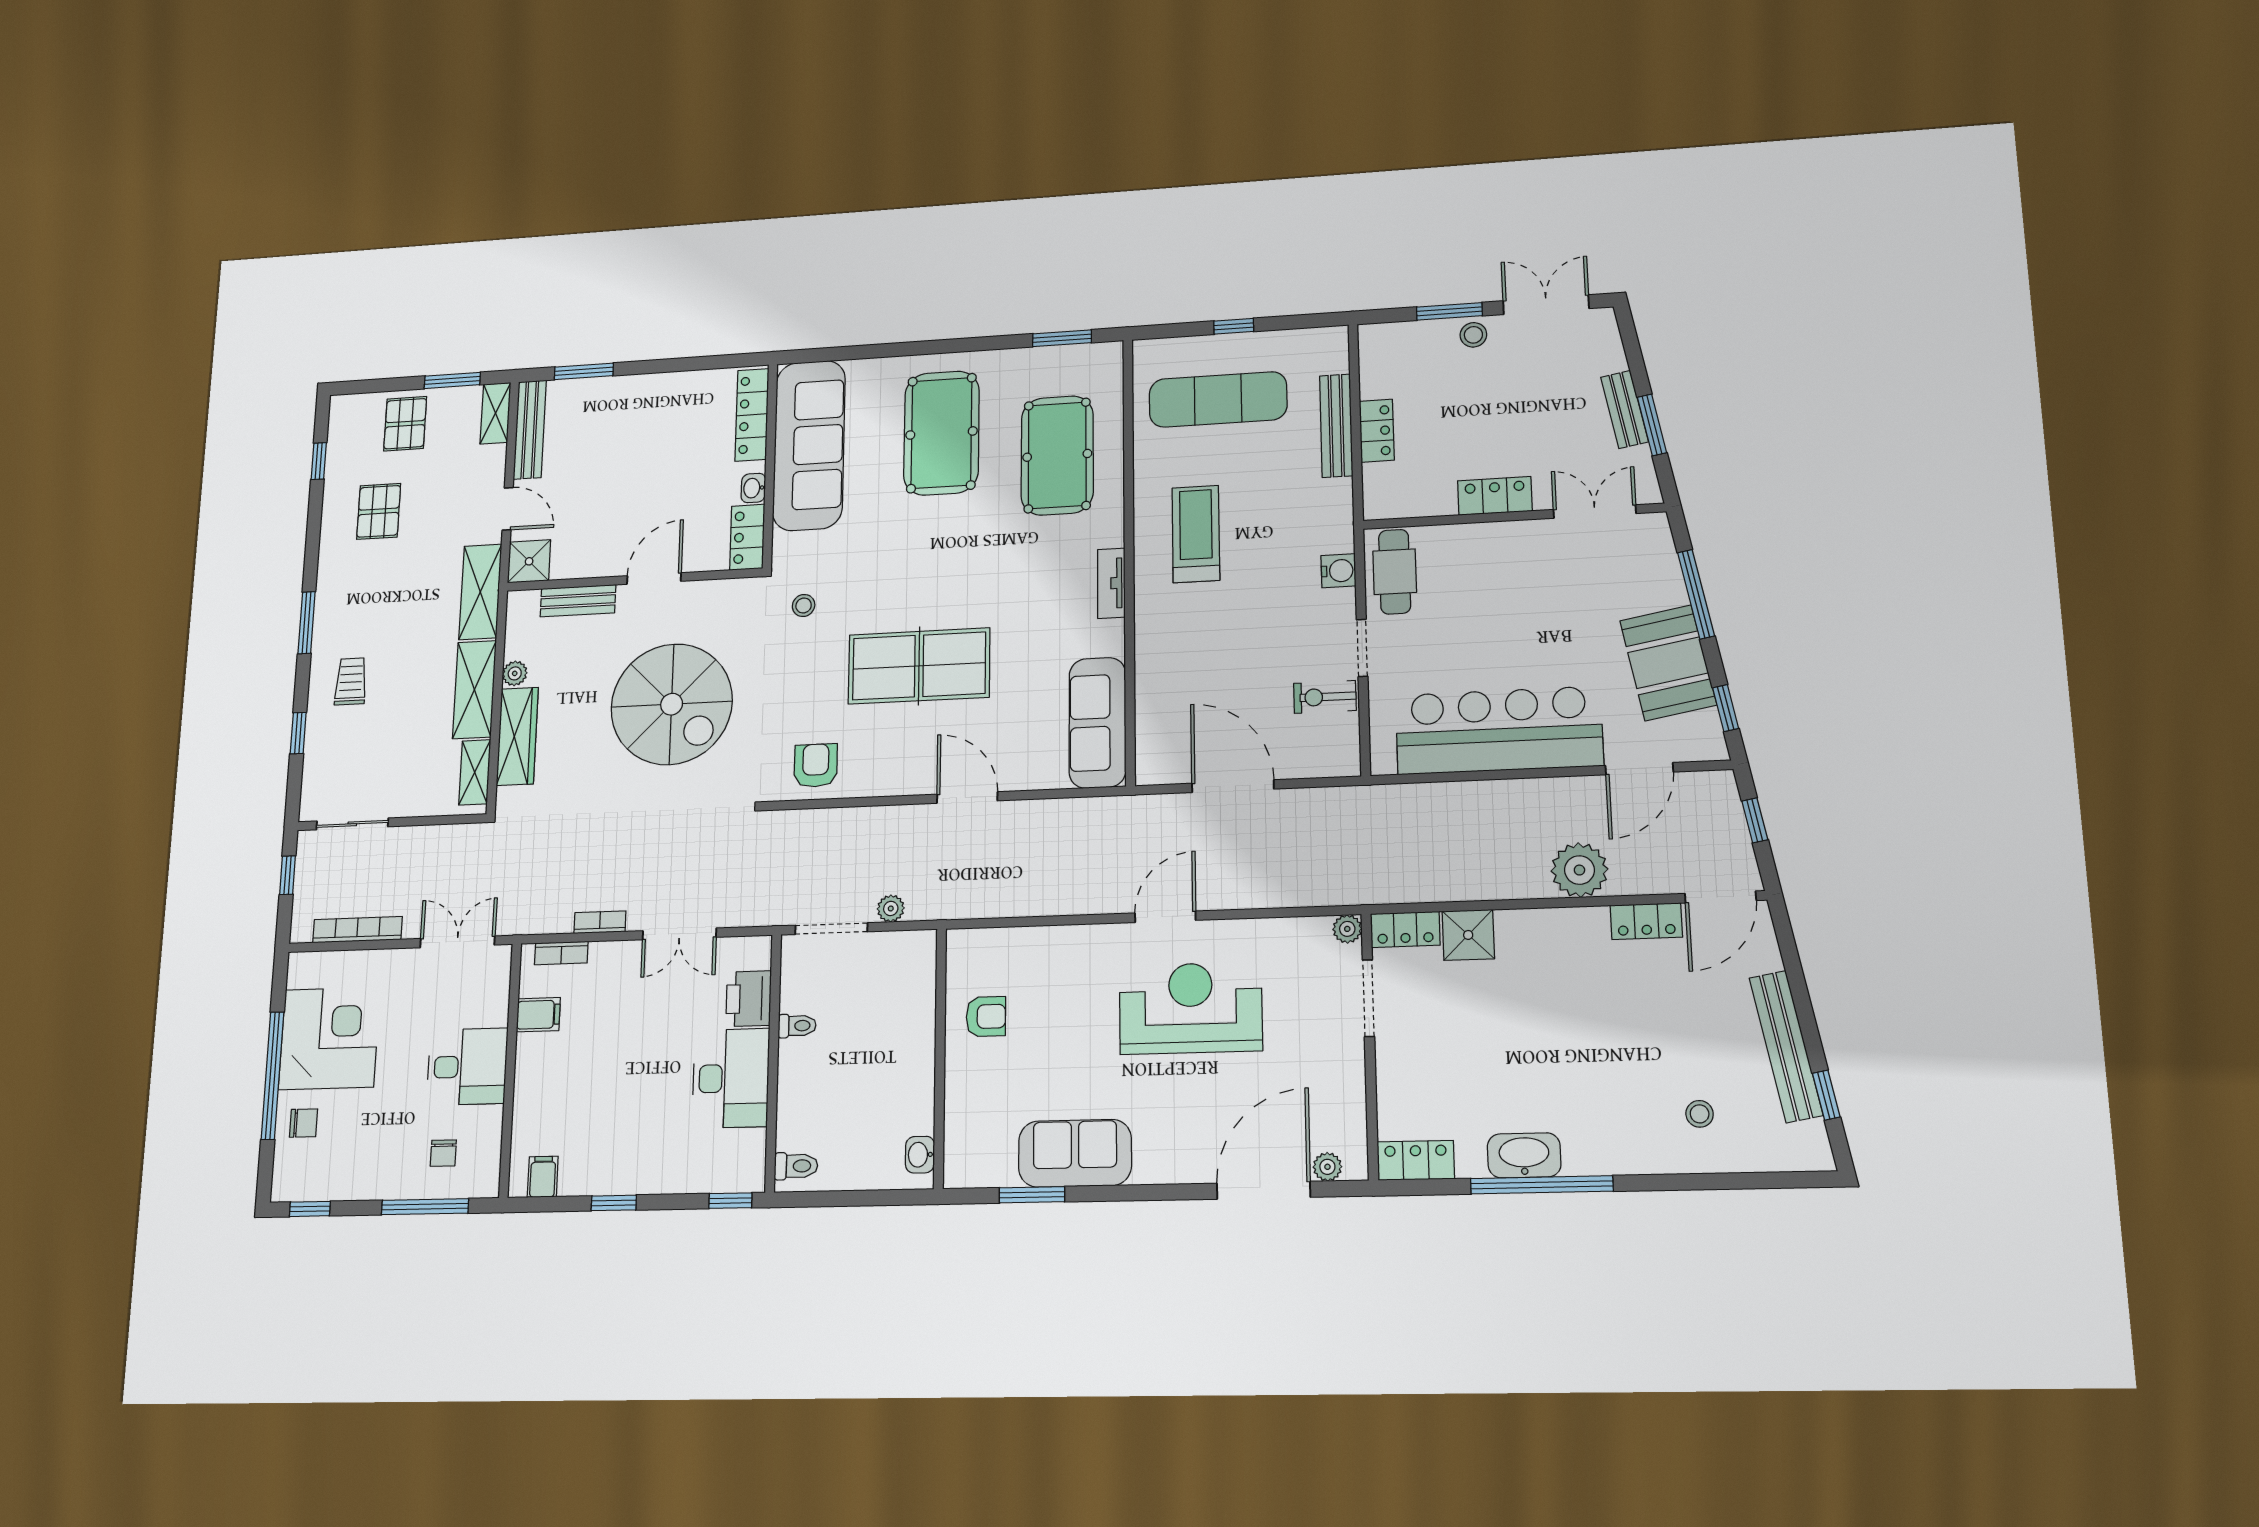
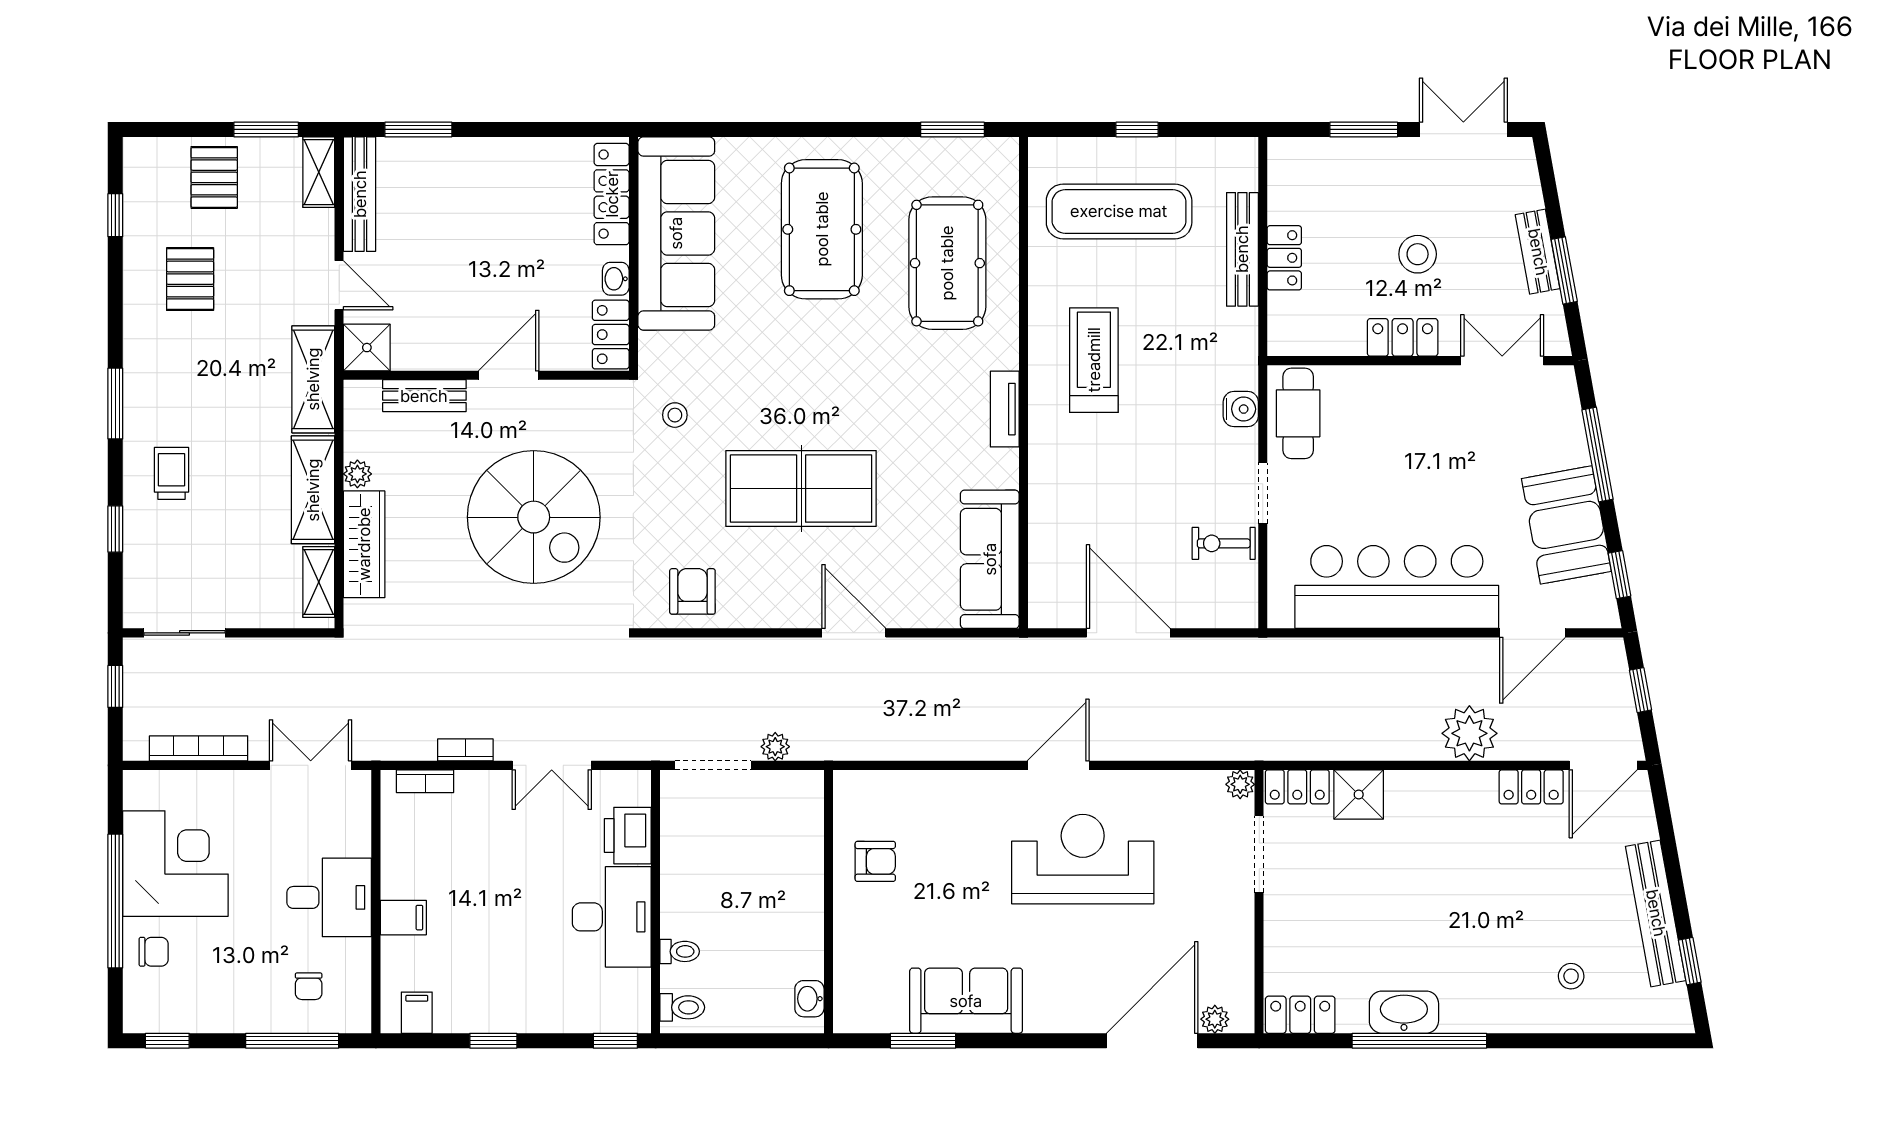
stool: (1473, 335) -> (1418, 254), moved, width x1.37, depth x1.37
filing cabinet: (538, 1015) -> (403, 918), moved
toilet: (797, 1026) -> (680, 951), moved

